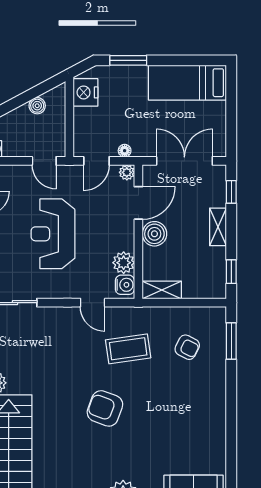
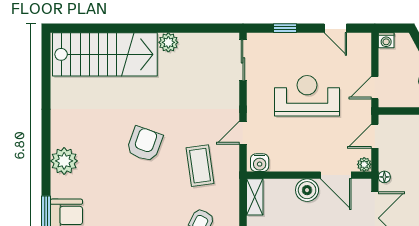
floor lamp: (125, 151) -> (384, 177), moved
door: (96, 161) -> (375, 136), hinge flipped
plant: (124, 263) -> (280, 161), removed

